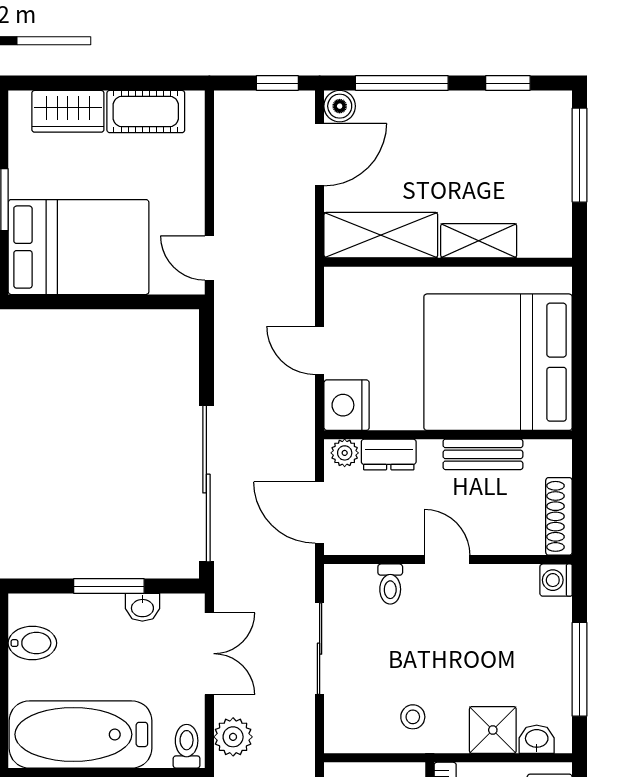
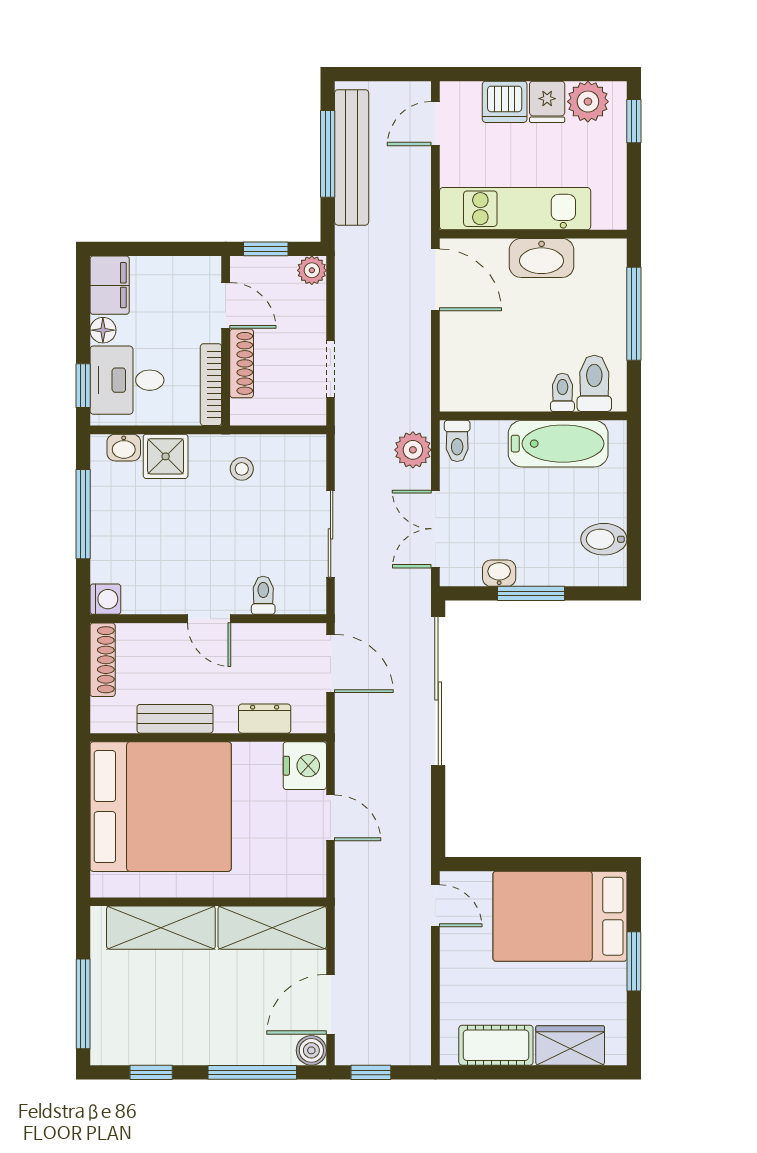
shelving: (479, 241) -> (161, 928), width x1.50, depth x1.33
plant: (345, 453) -> (307, 720), removed
bathtub: (81, 734) -> (558, 444), width x0.73, depth x0.73

